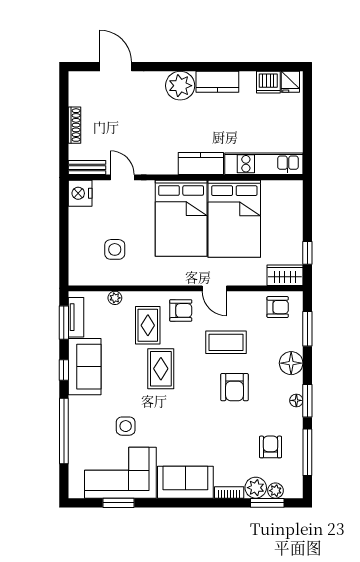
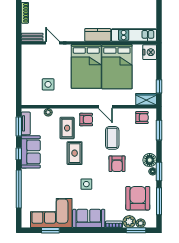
nightstand: (80, 193) -> (150, 52), moved, turned 180
coffee table: (226, 342) -> (112, 138), turned 90
floor lamp: (291, 363) -> (150, 160), moved
side table: (126, 426) -> (86, 184), moved
armchair: (271, 447) -> (138, 198), width x1.88, depth x1.88

